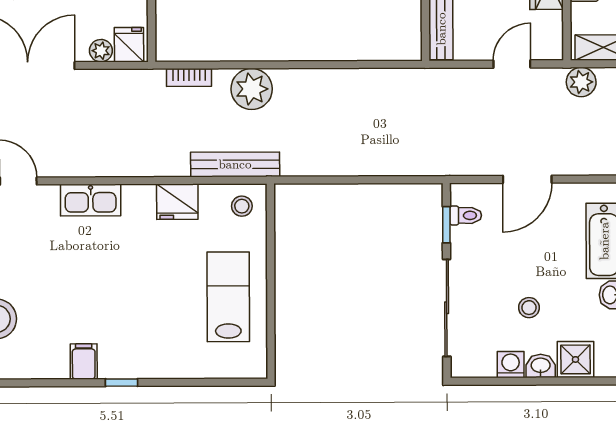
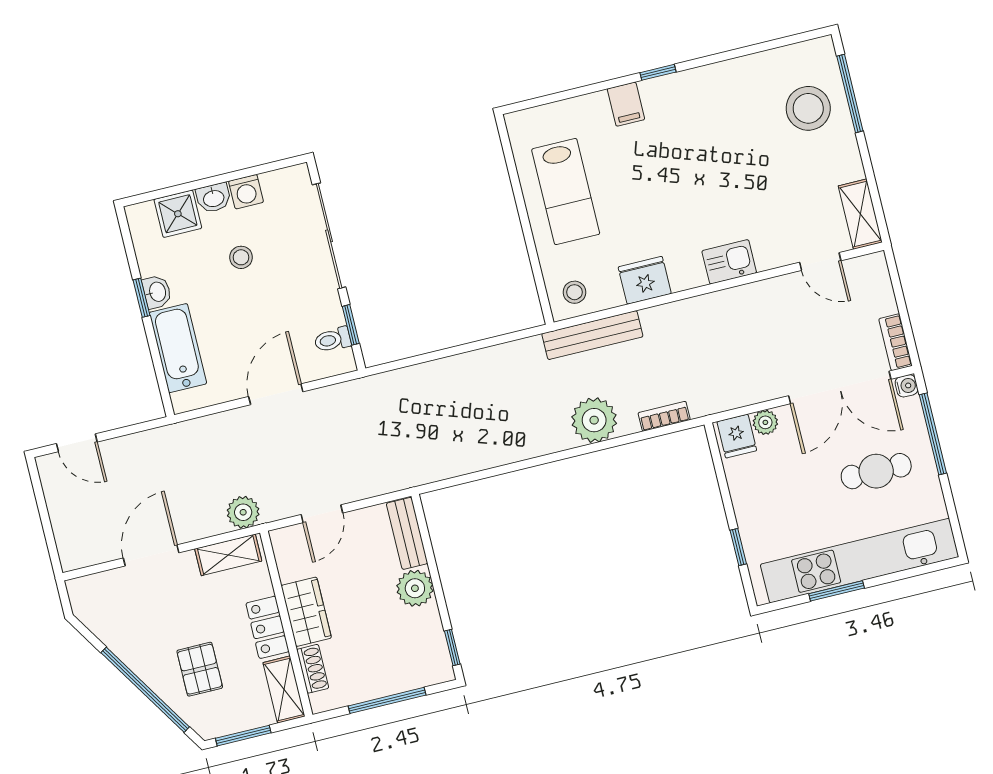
kitchen sink: (91, 200) -> (729, 262), width x0.73
filing cabinet: (84, 361) -> (626, 104), moved

